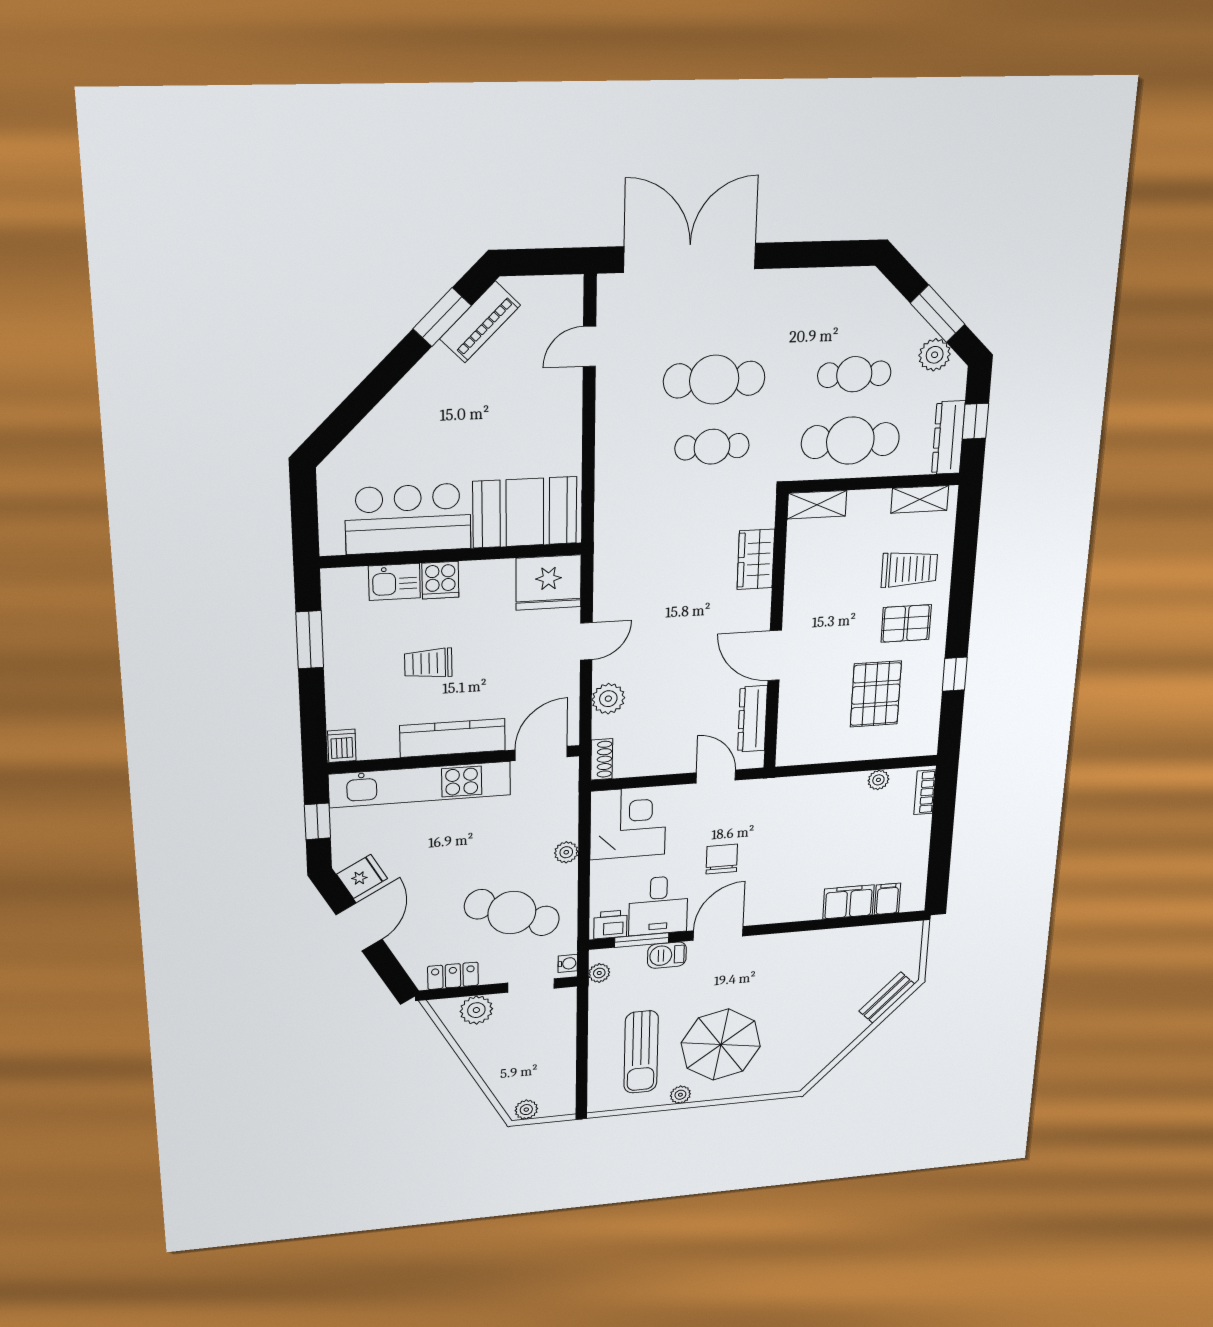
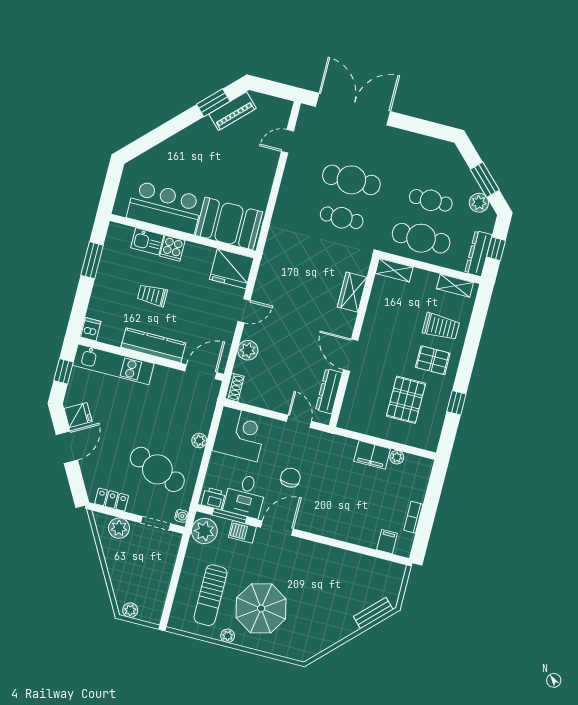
kitchen unit: (420, 785) -> (113, 364), width x0.73
bookcase: (925, 792) -> (413, 517), moved
filing cabinet: (849, 902) -> (372, 455), moved, turned 180
plant: (599, 973) -> (204, 531), width x1.88, depth x1.88

